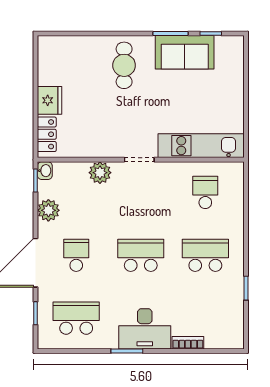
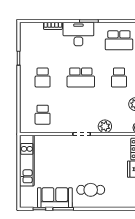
cafe table: (124, 65) -> (91, 190), turned 90
kitchen unit: (201, 146) -> (27, 161), moved, turned -90
school desk: (205, 255) -> (43, 77), width x0.54

